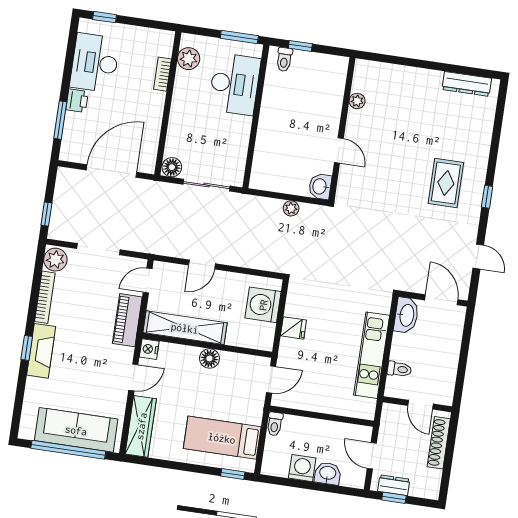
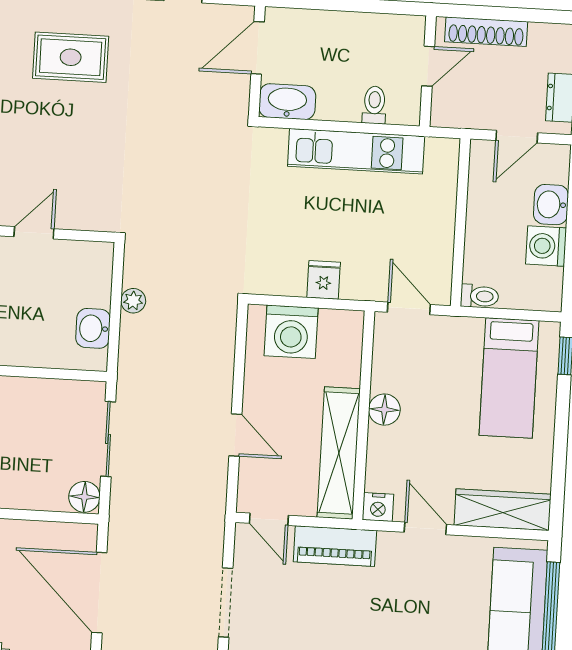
washbasin: (320, 186) -> (93, 328), moved, turned 90

